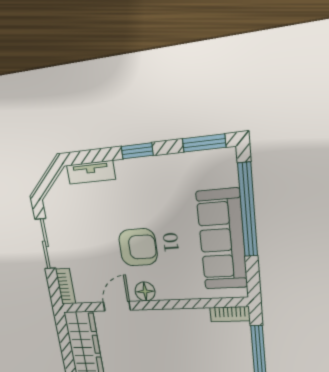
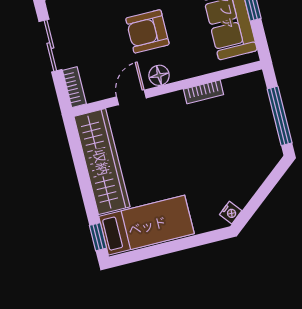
armchair: (138, 247) -> (147, 31), turned 180
bookcase: (230, 314) -> (203, 92), moved

